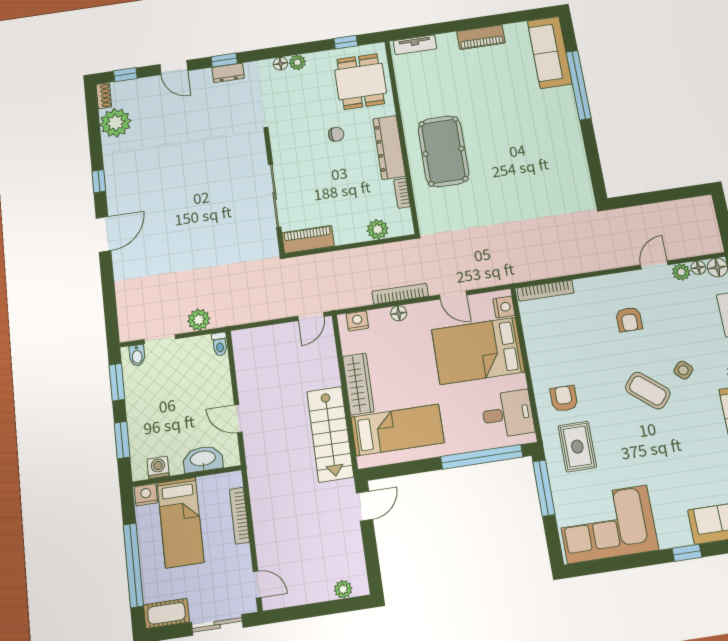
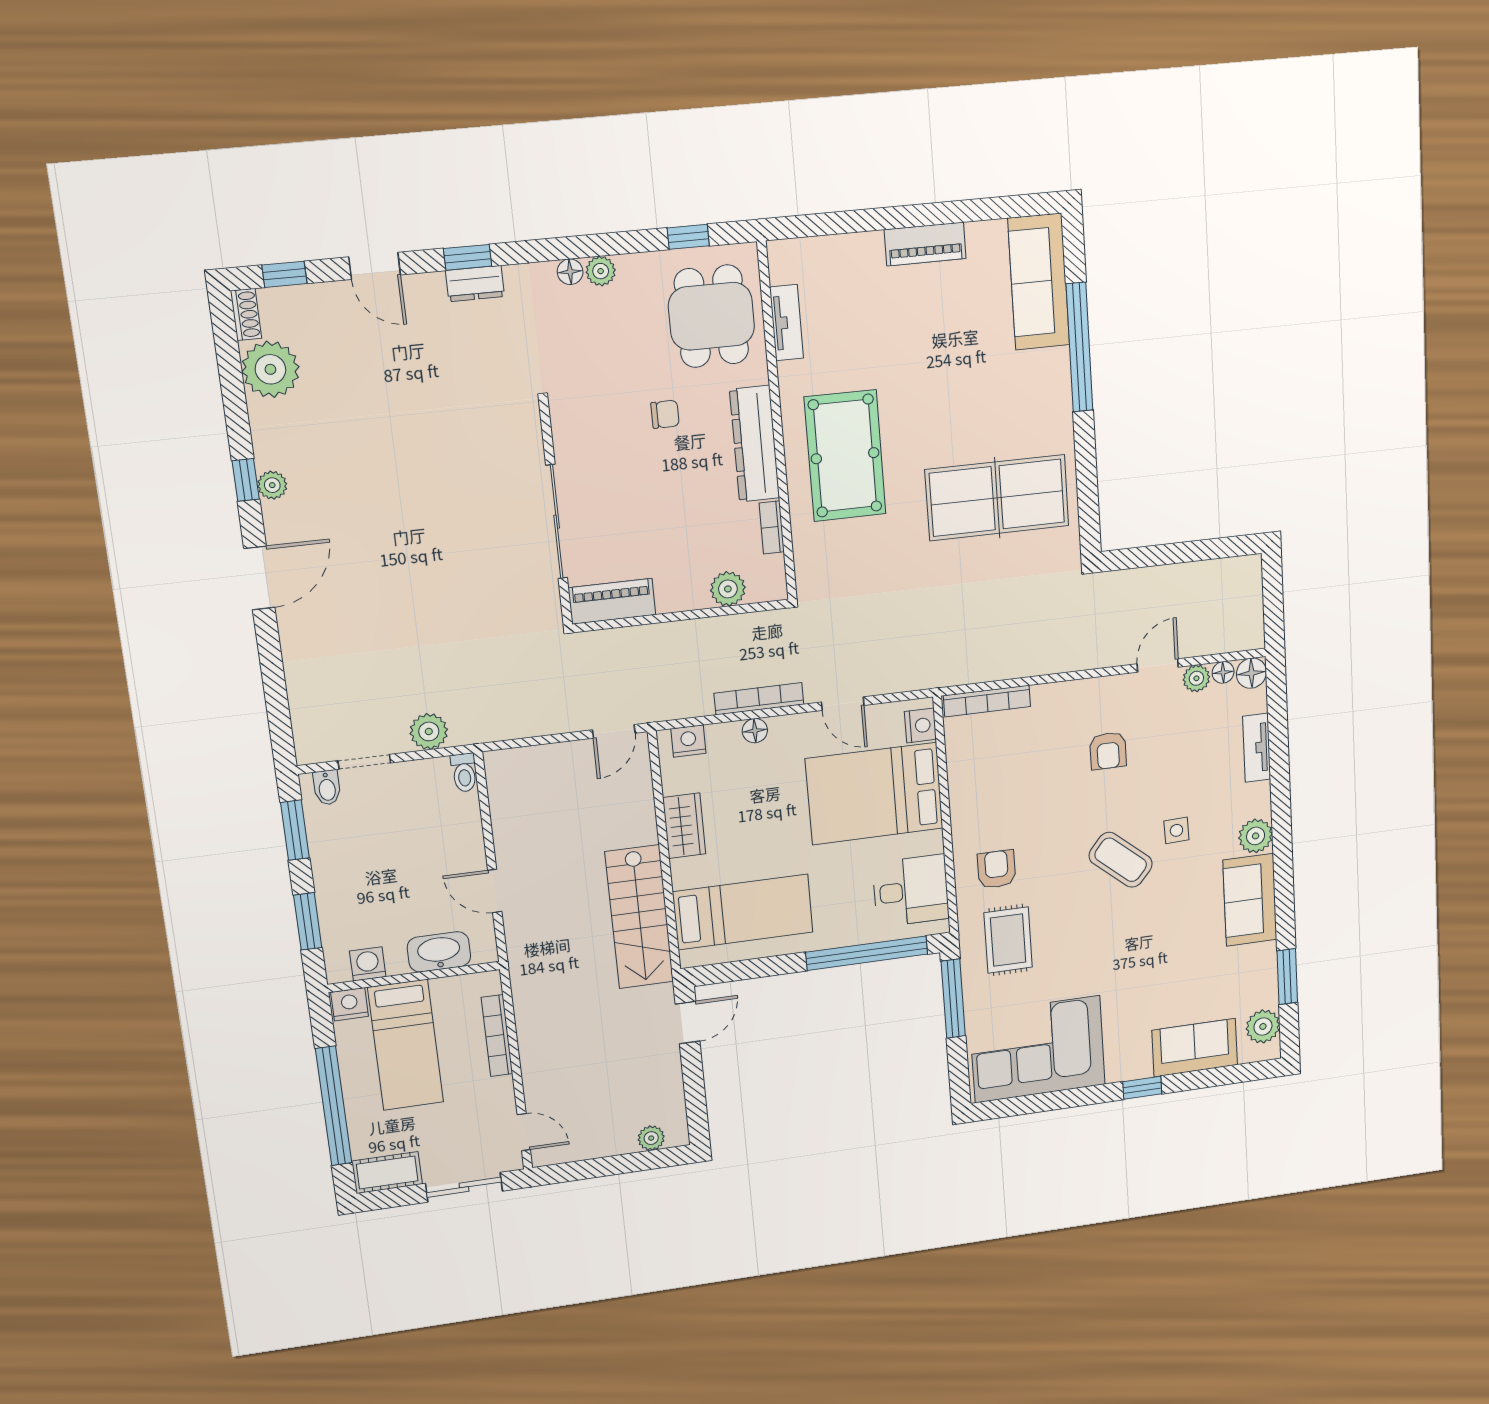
tv unit: (415, 45) -> (786, 323), moved, turned -90
table tennis table: (538, 170) -> (997, 498), added
plant: (113, 183) -> (272, 485), added
side table: (683, 370) -> (1176, 830), turned 45
wardrobe: (358, 384) -> (684, 826), width x0.67

